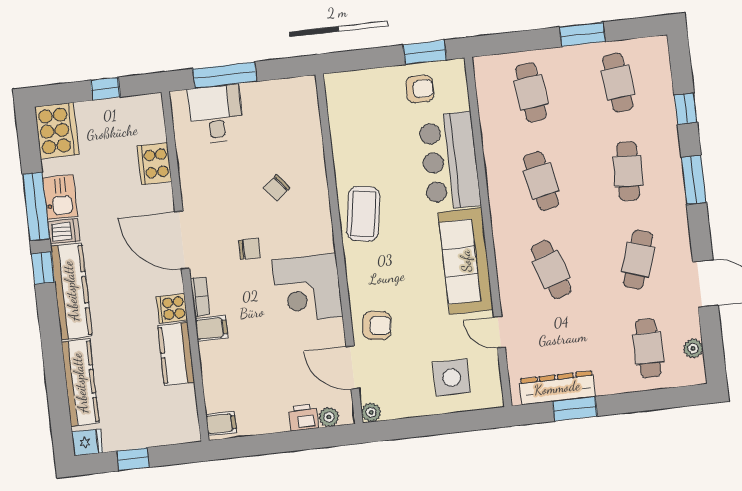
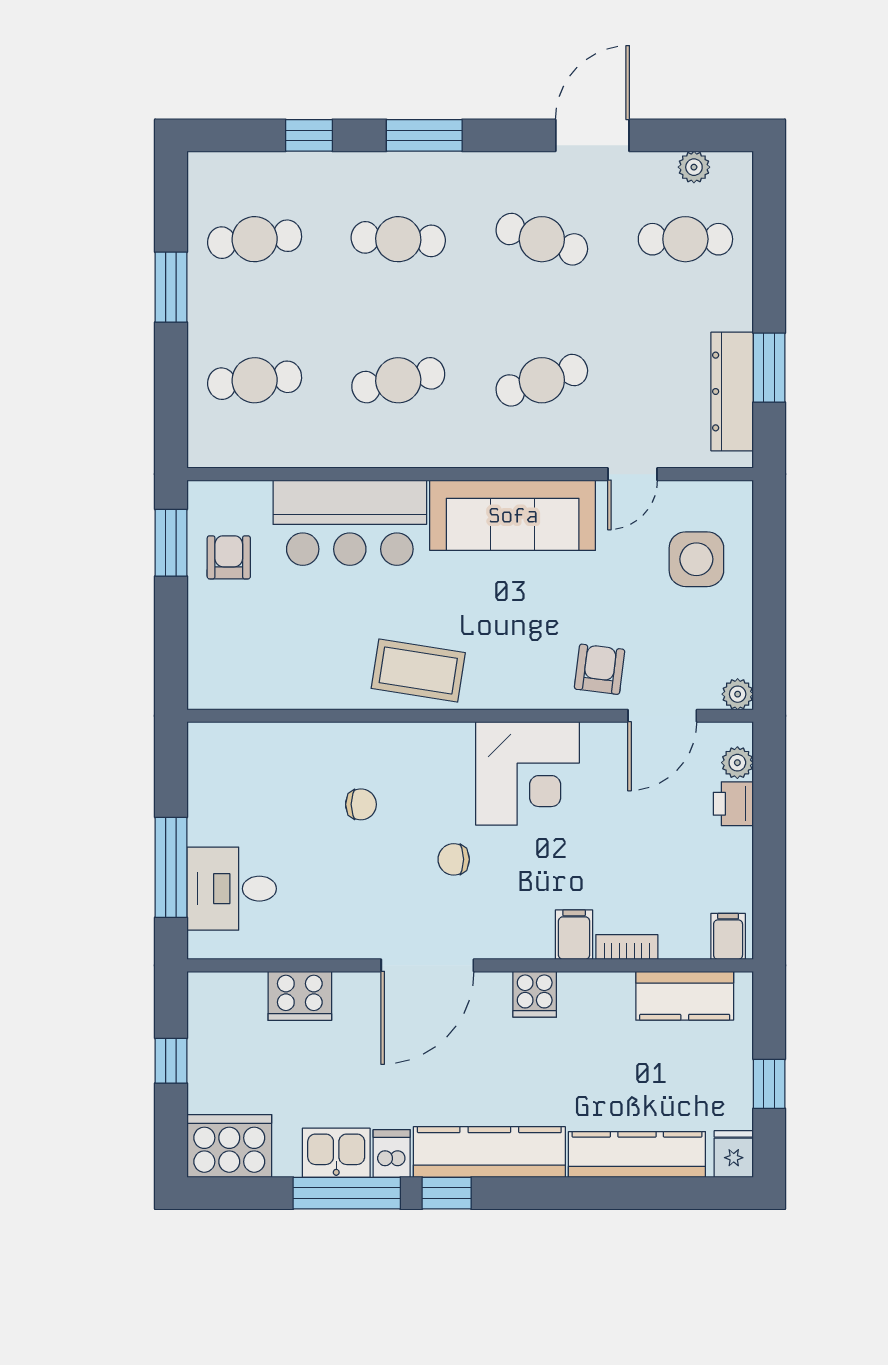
chair: (277, 188) -> (361, 804), turned -51
chair: (249, 249) -> (454, 859), turned -90
bookcase: (200, 297) -> (627, 947), moved
kitchen counter: (176, 354) -> (685, 996), moved

